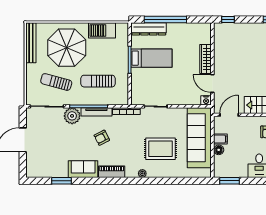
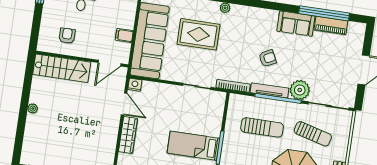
floor lamp: (219, 150) -> (128, 23), removed
piano: (112, 172) -> (331, 25), moved
window: (62, 181) -> (324, 13), width x2.11

